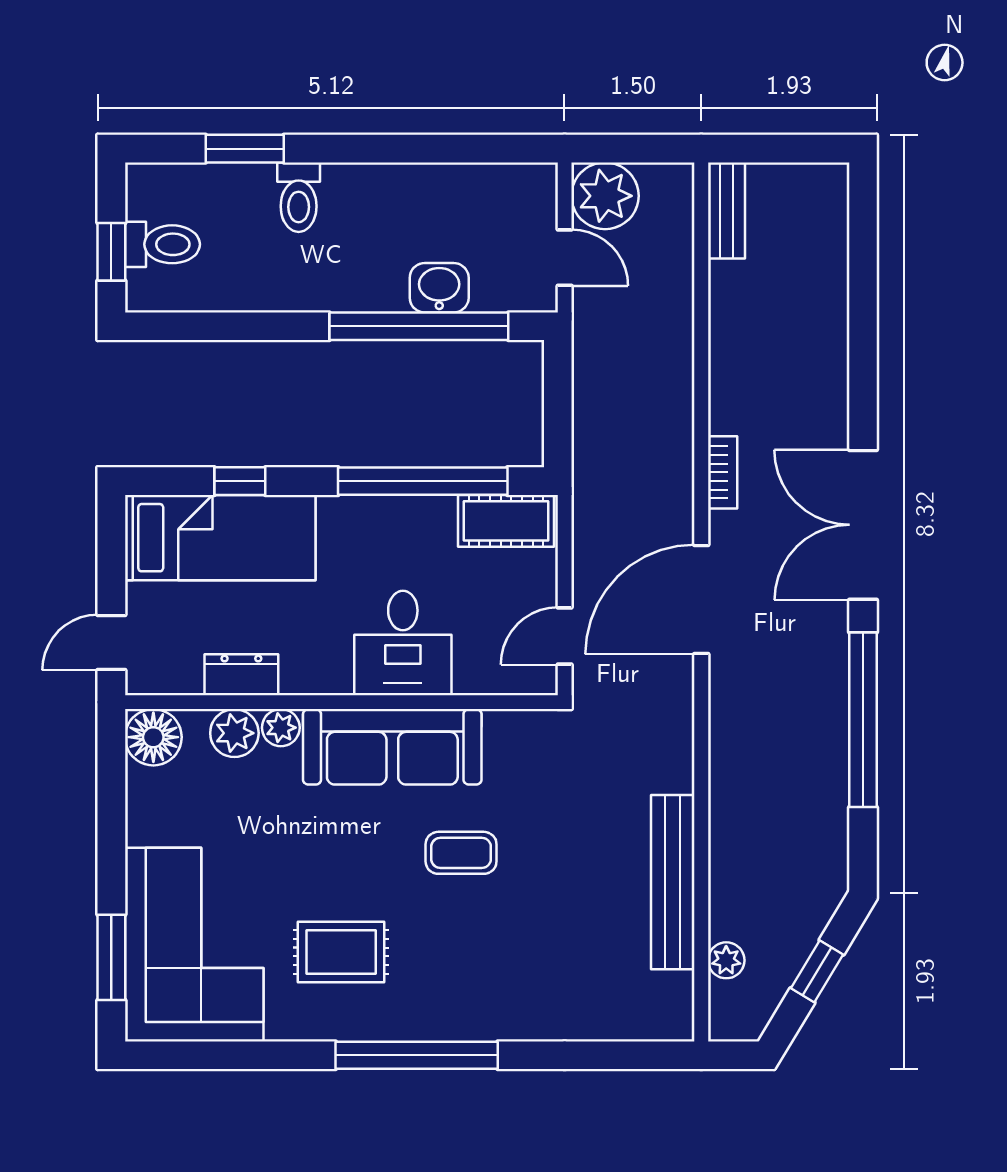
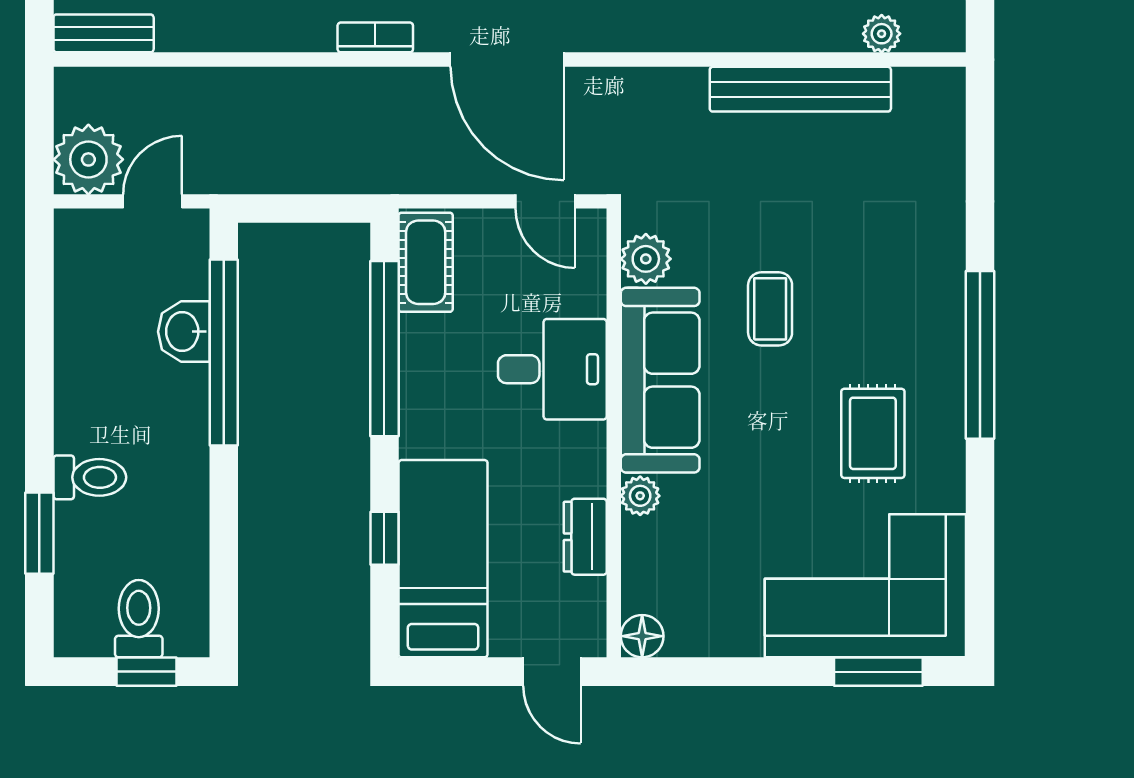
plant: (234, 733) -> (646, 259), moved
floor lamp: (153, 737) -> (642, 636), width x0.73, depth x0.73

